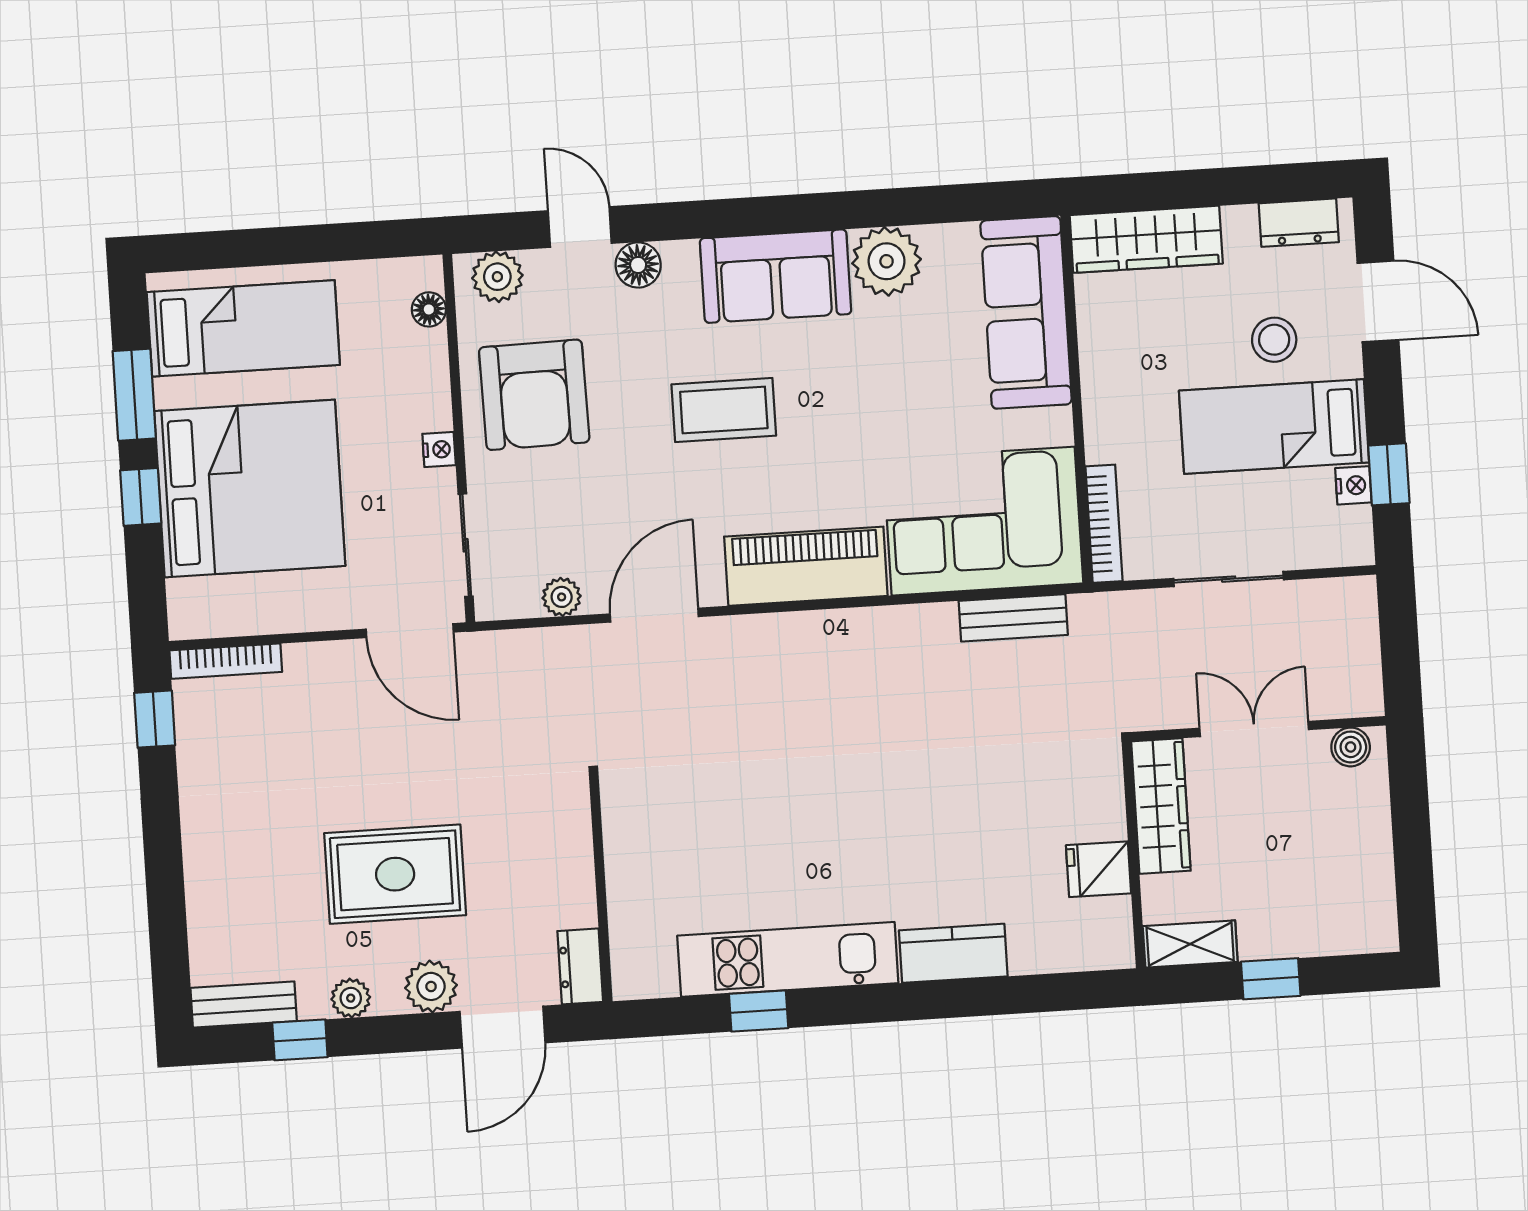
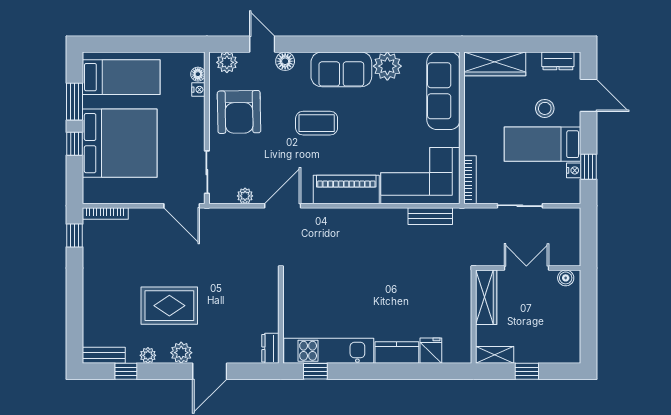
nightstand: (439, 449) -> (198, 90), moved
fridge: (1099, 869) -> (431, 351), moved, turned 90
wall: (601, 888) -> (281, 317), moved
dresser: (580, 966) -> (270, 348), moved

